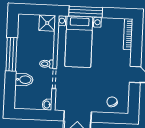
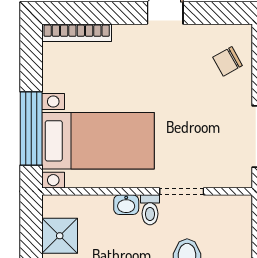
shower: (47, 23) -> (60, 236), moved
washbasin: (47, 105) -> (126, 205), moved

